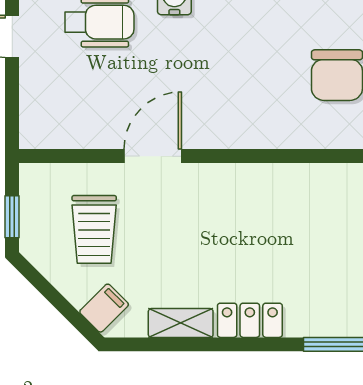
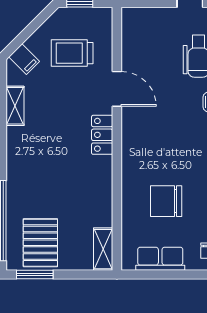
locker: (250, 320) -> (102, 135), moved, turned 180

